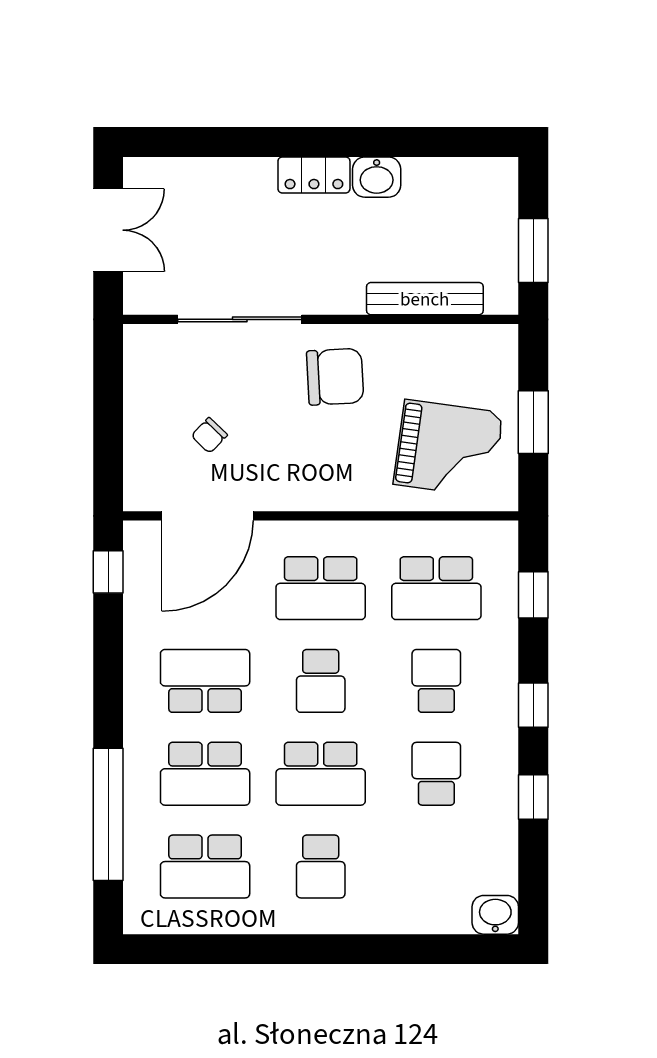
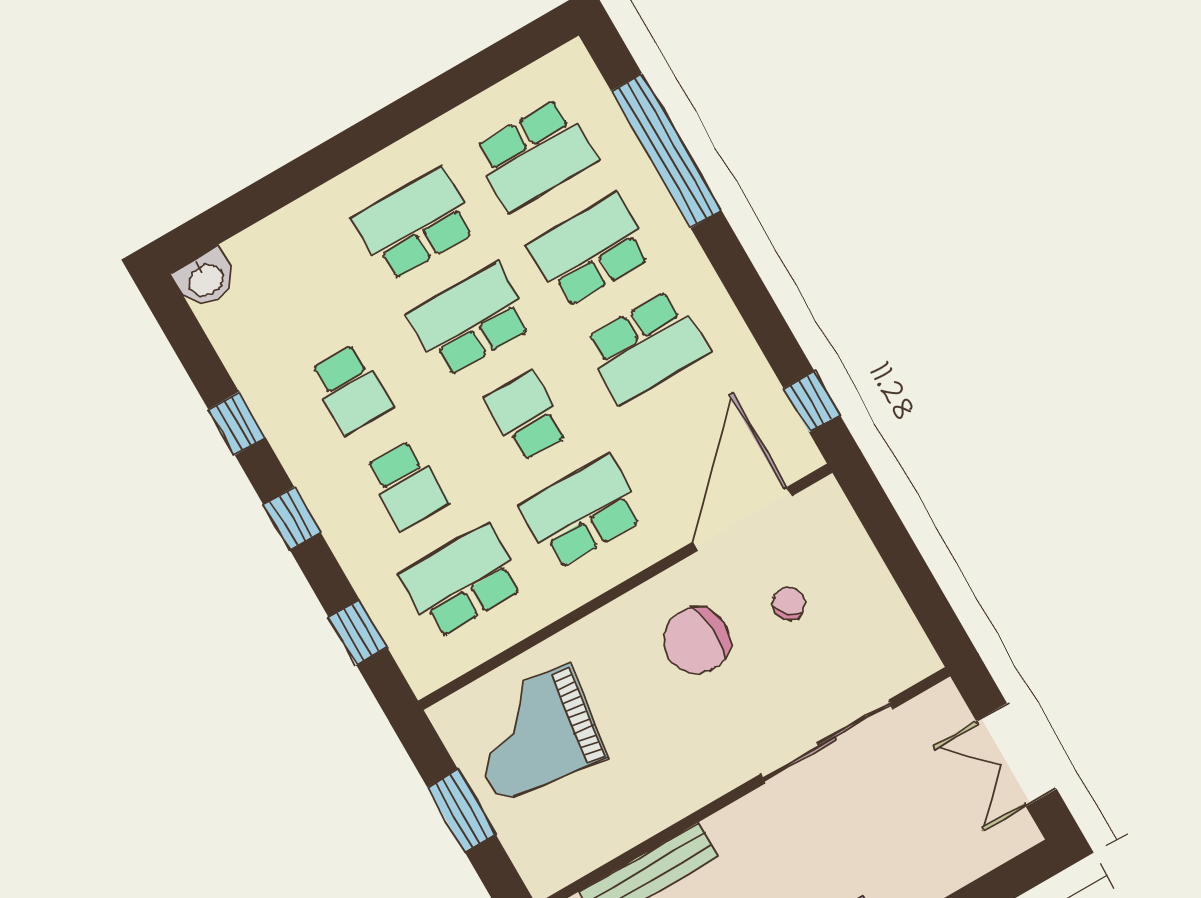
chair: (335, 377) -> (696, 641), moved
school desk: (205, 867) -> (535, 155), turned 180
school desk: (321, 867) -> (415, 224), width x1.85

